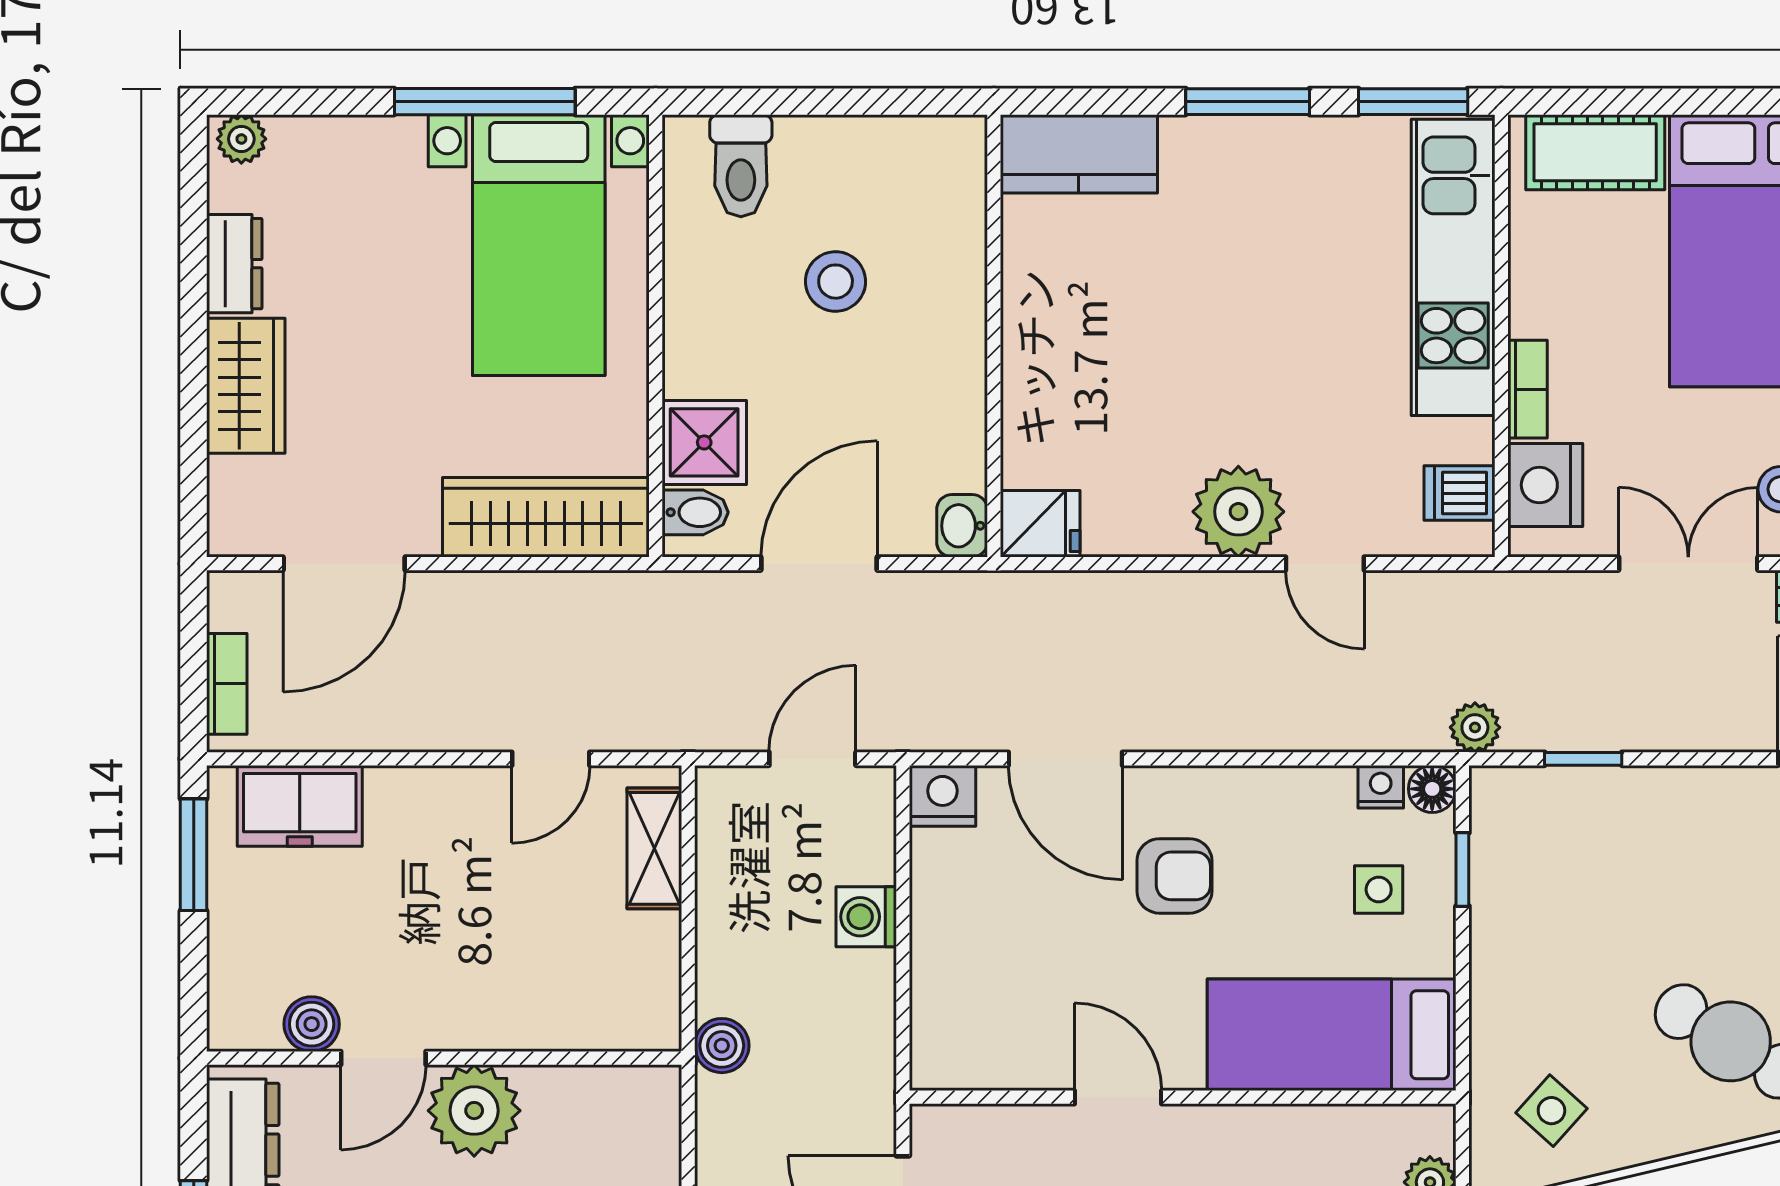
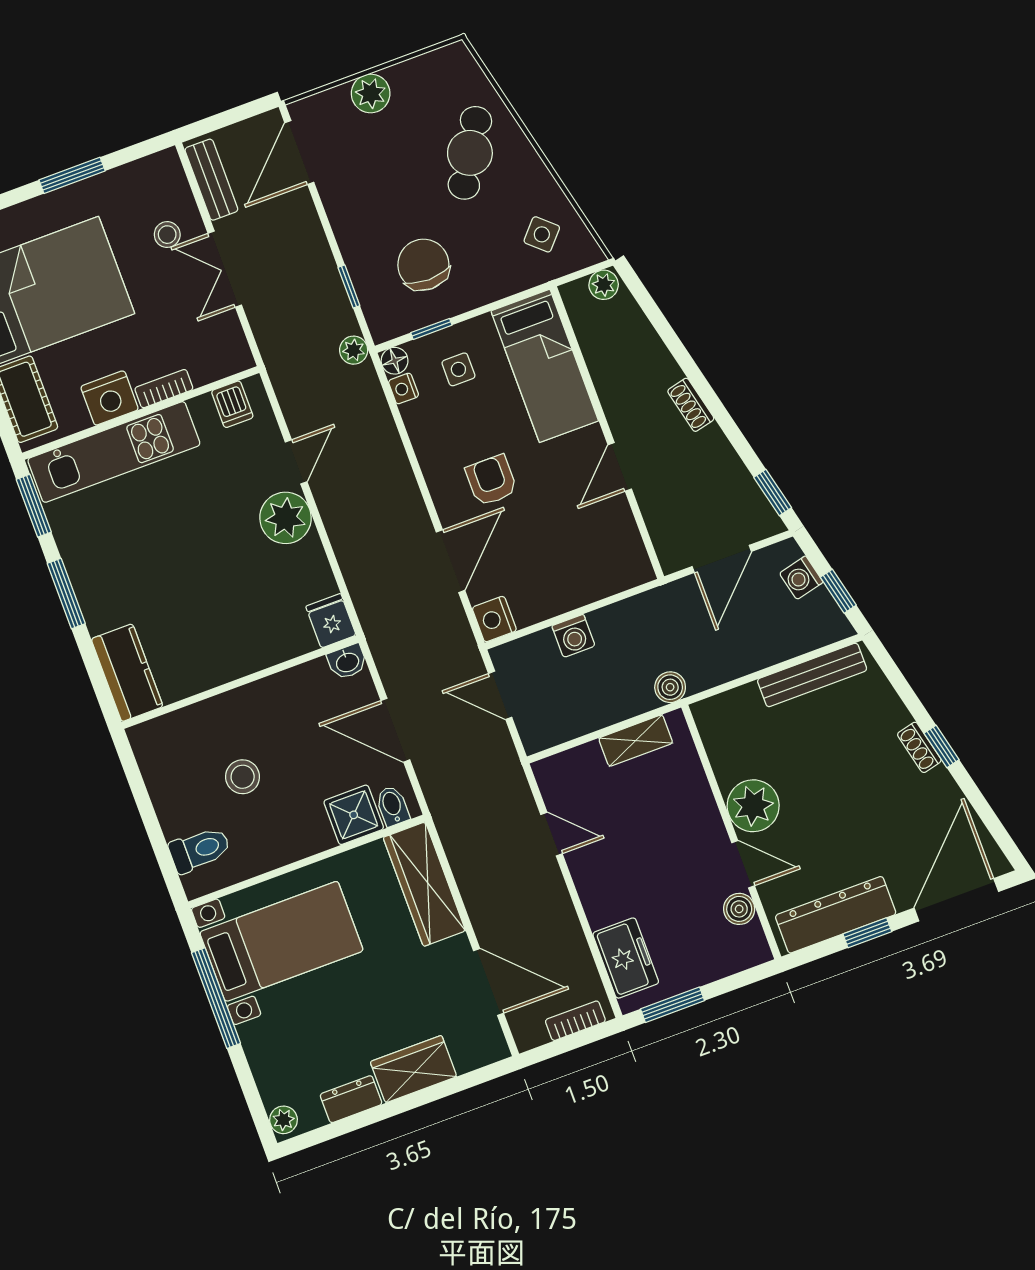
nightstand: (1545, 485) -> (110, 398), moved
shelving: (654, 848) -> (636, 741), moved
chair: (1574, 896) -> (423, 265), added

